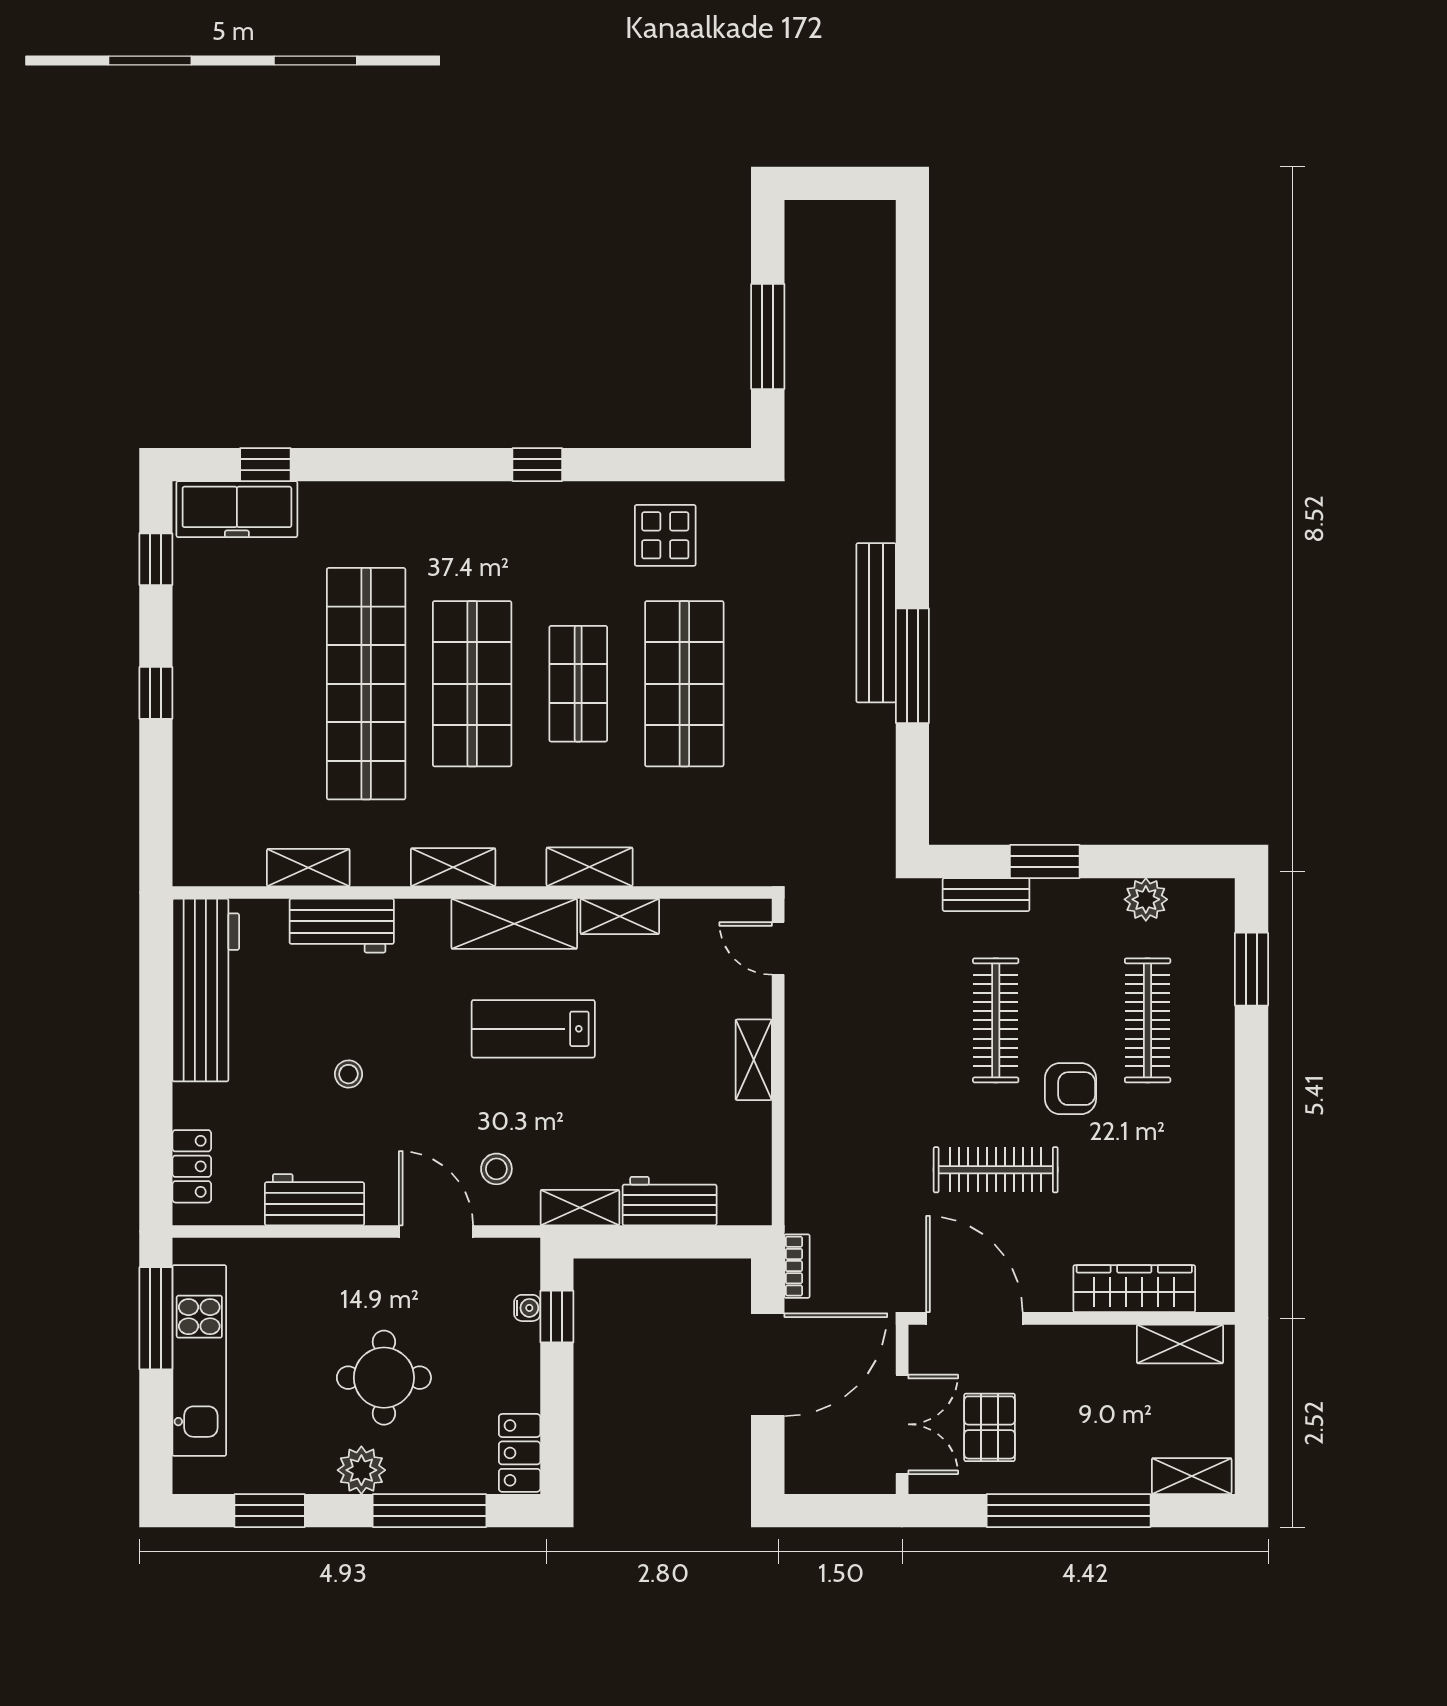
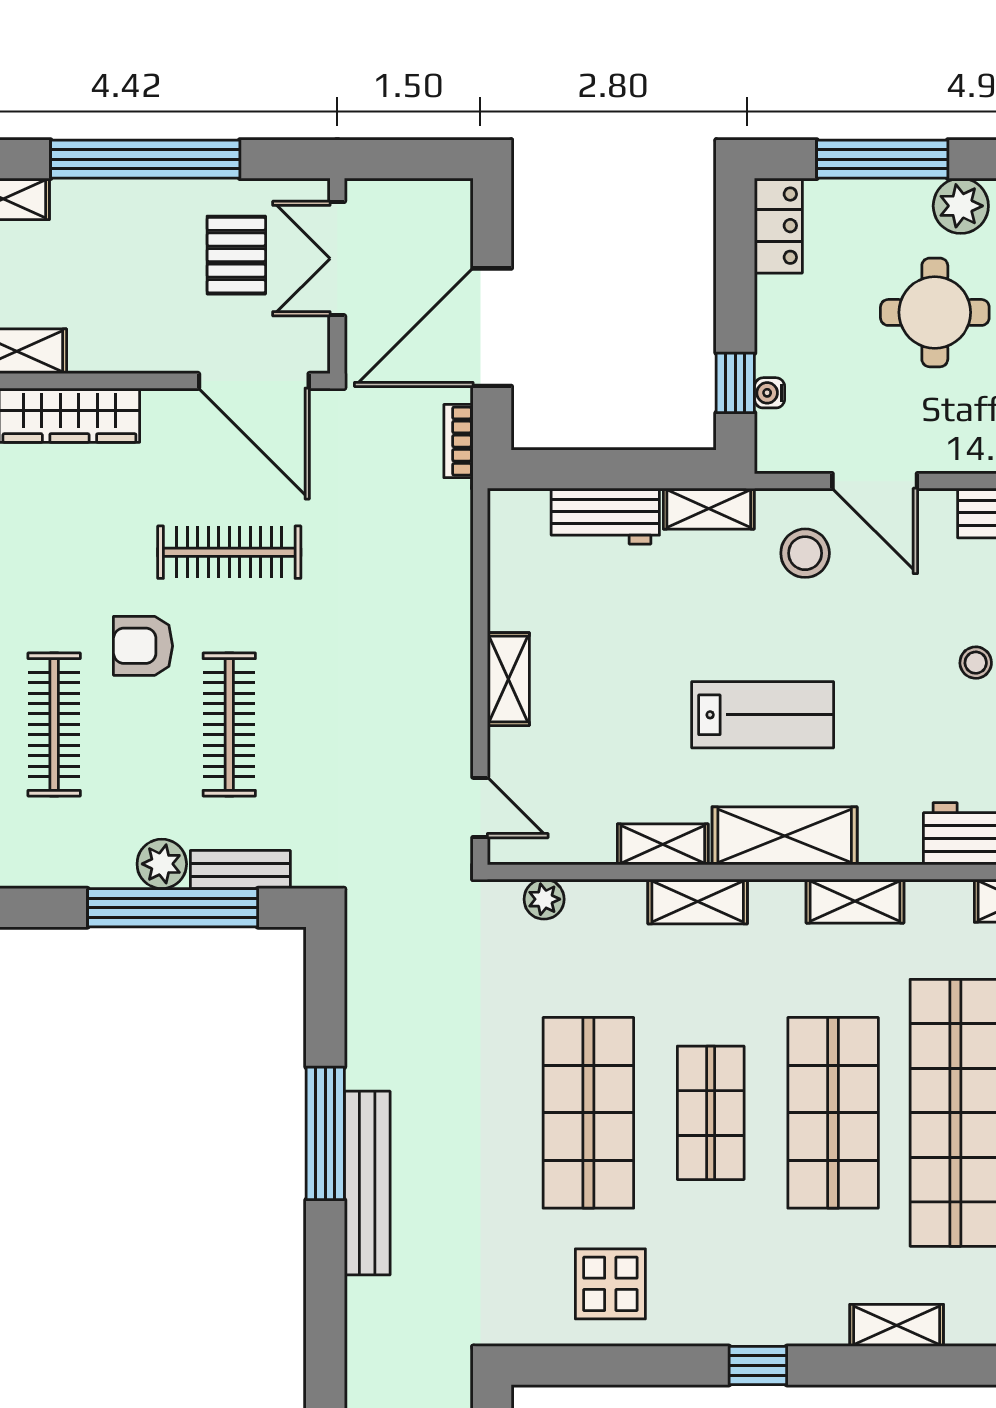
shelving: (417, 499) -> (897, 1325), added
window: (1045, 861) -> (173, 908), width x2.11
plant: (723, 869) -> (544, 899), added
plant: (1146, 899) -> (162, 864), moved
stool: (496, 1169) -> (805, 553), width x1.37, depth x1.37

